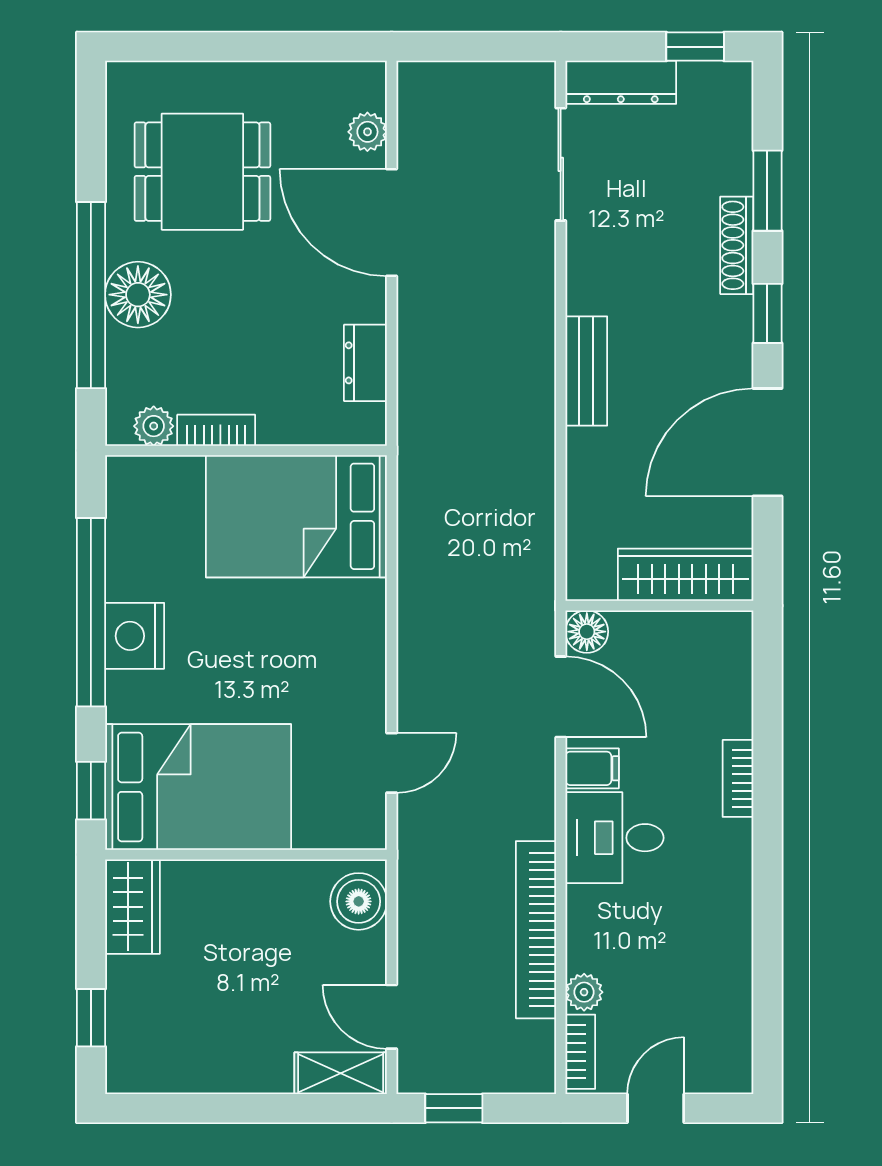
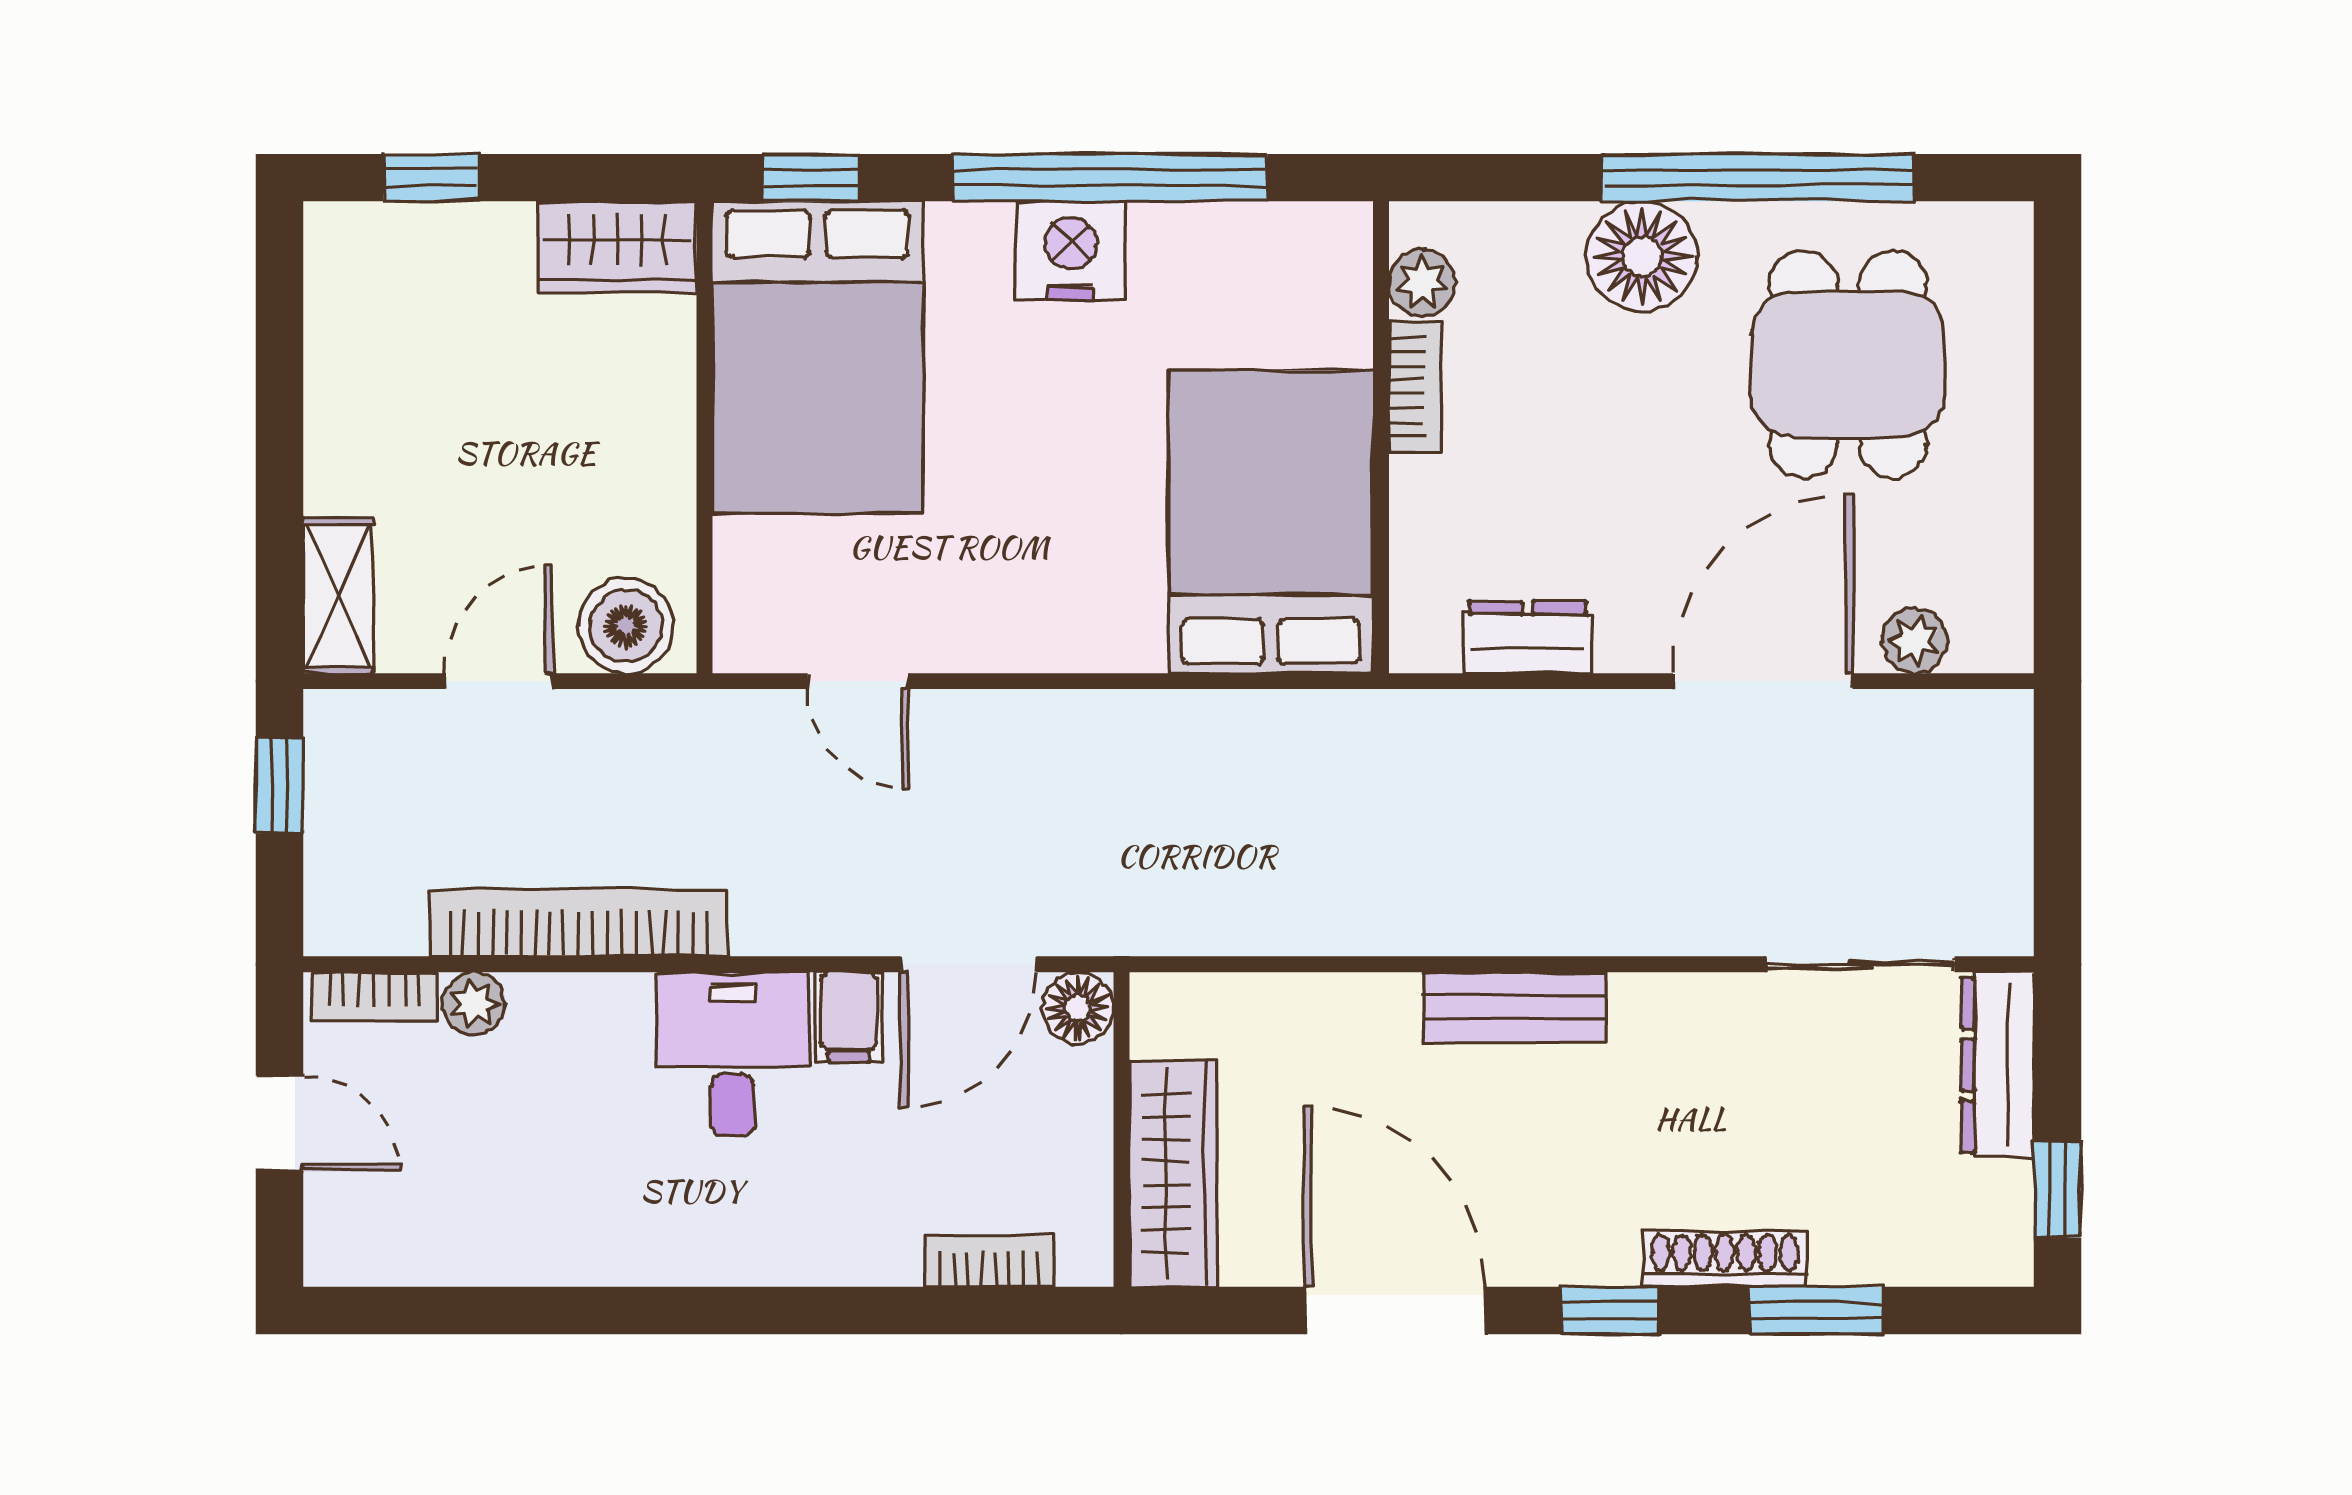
window: (91, 295) -> (1758, 178), moved
bookcase: (738, 778) -> (989, 1261), moved
door: (392, 1017) -> (499, 681), moved

